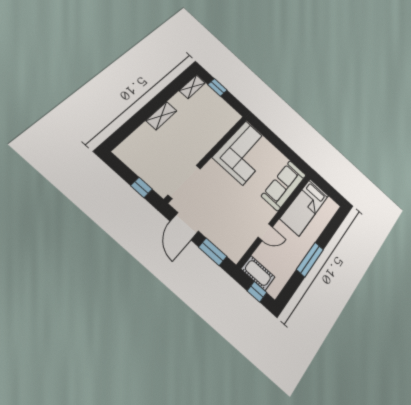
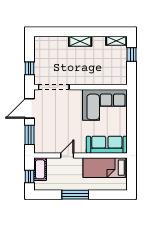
door: (265, 232) -> (67, 156), swing flipped

